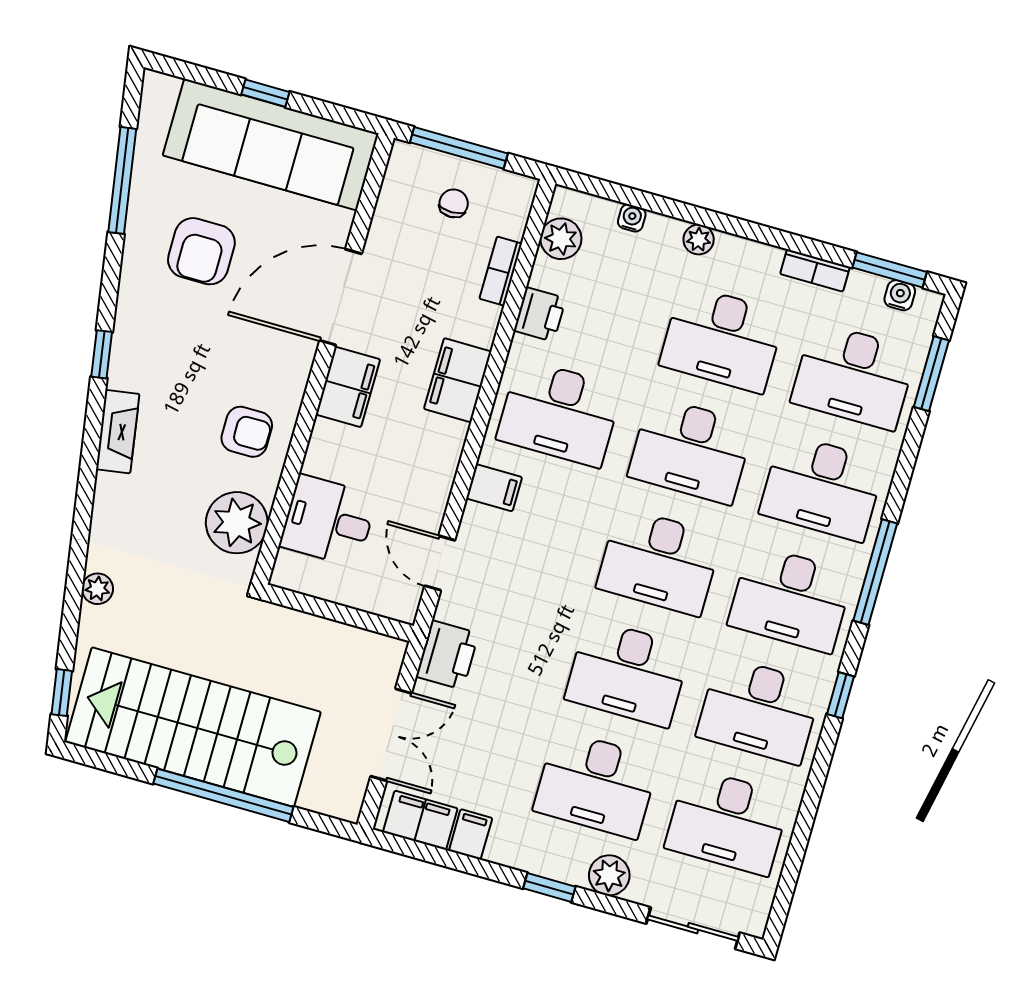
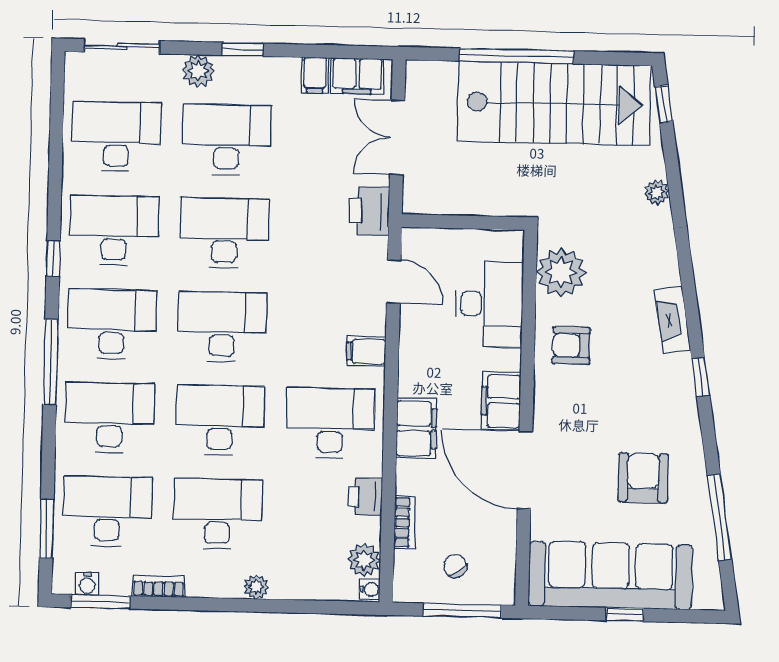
chair: (454, 203) -> (455, 566), turned 146
water cooler: (632, 218) -> (370, 589), moved, turned -90
door: (341, 297) -> (525, 470), swing flipped
desk: (328, 521) -> (489, 304), width x1.37

